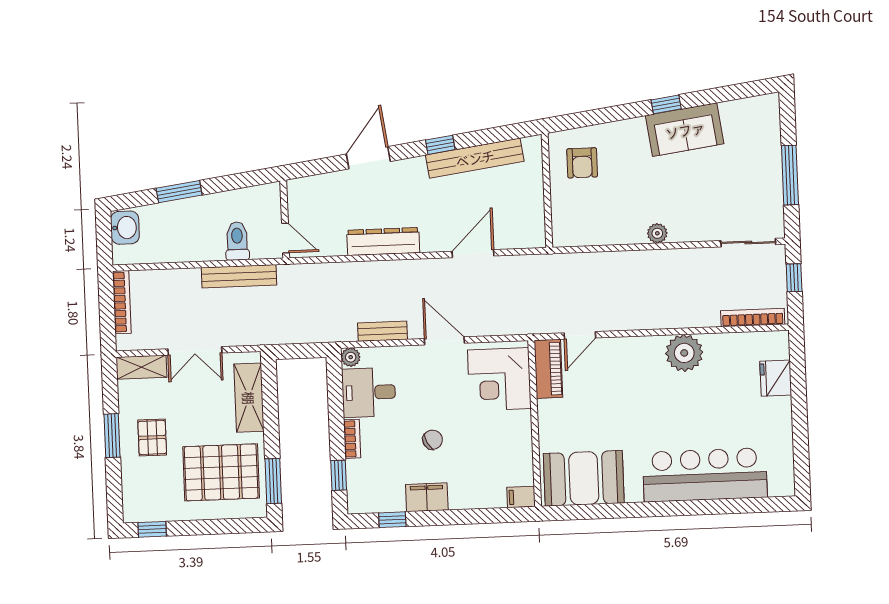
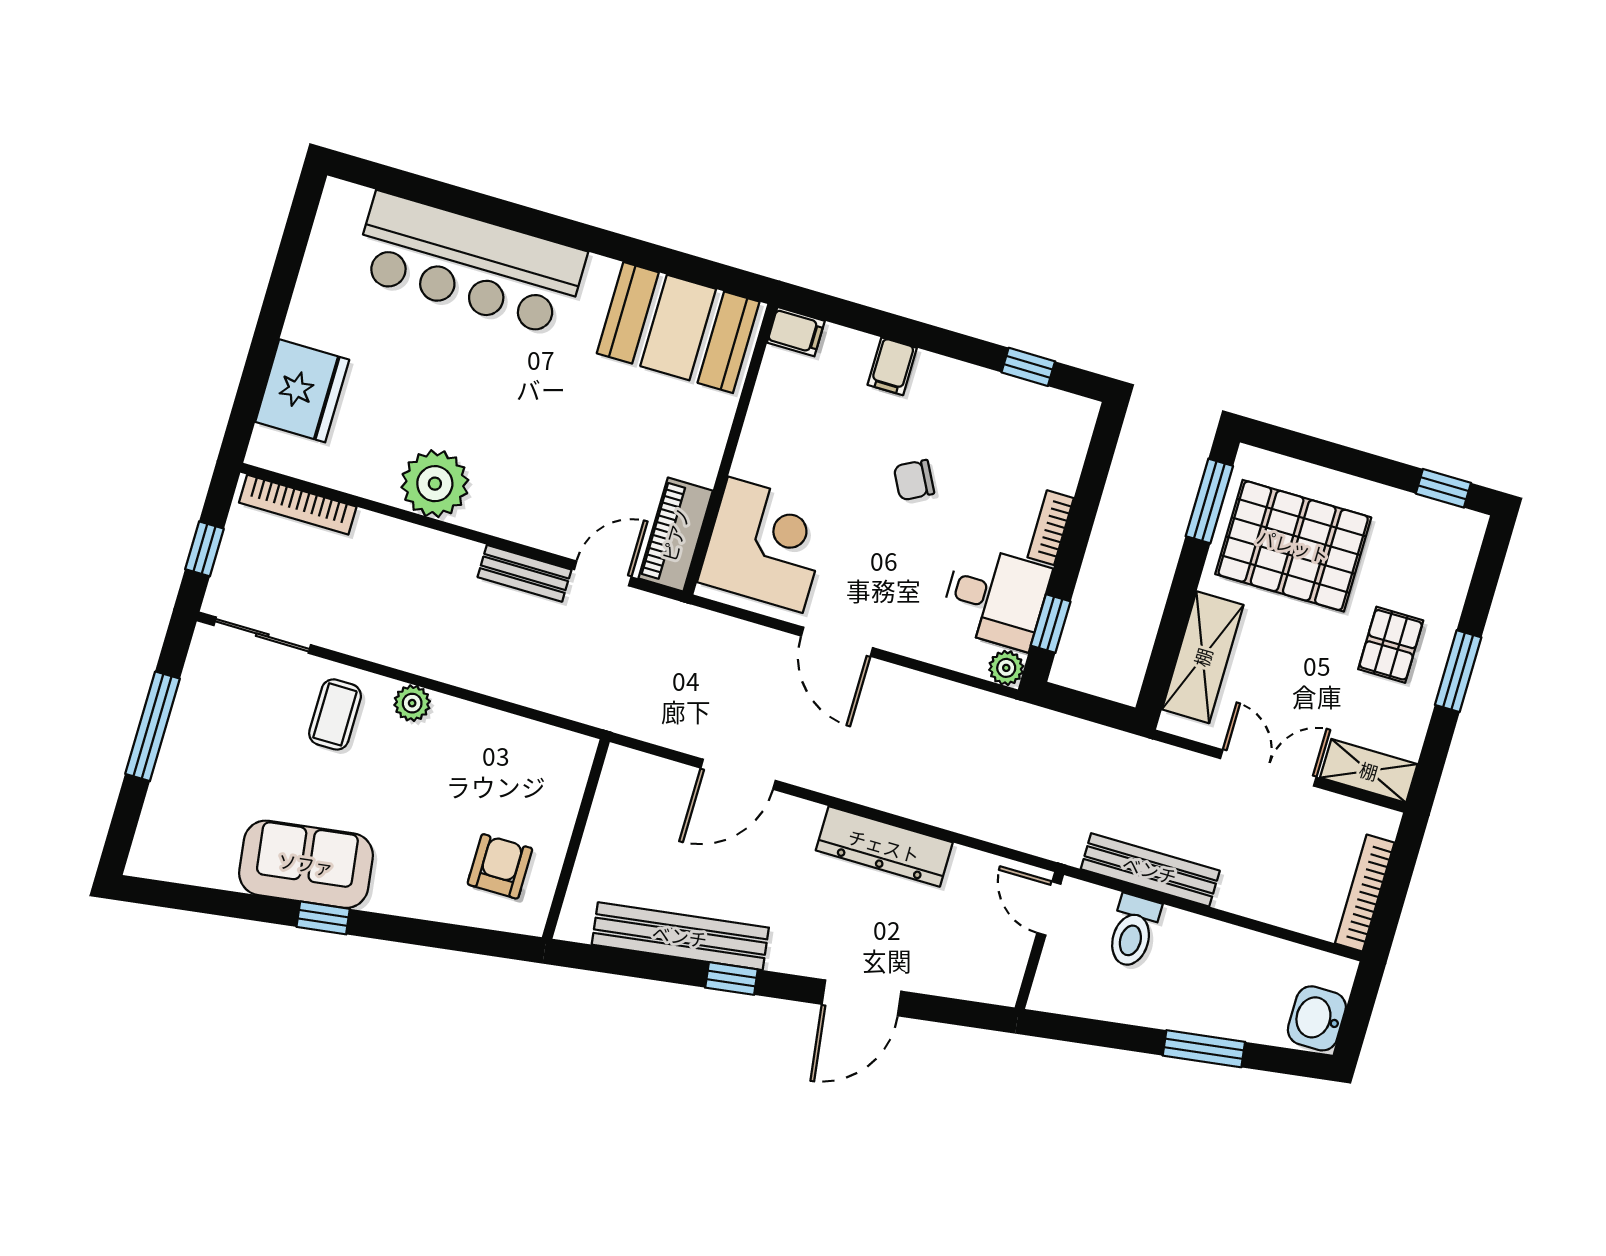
coffee table: (696, 214) -> (335, 714), added
bench: (382, 331) -> (524, 573), moved
fridge: (776, 378) -> (302, 391), width x1.36, depth x1.34
window: (339, 475) -> (1051, 623), moved
filing cabinet: (427, 497) -> (892, 366), moved, width x0.50

